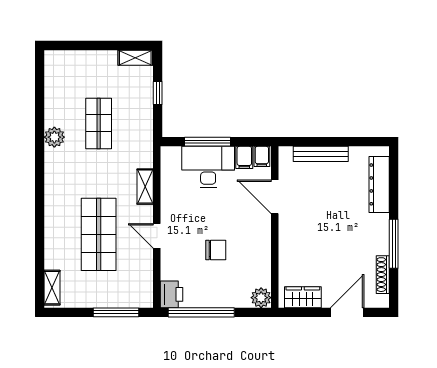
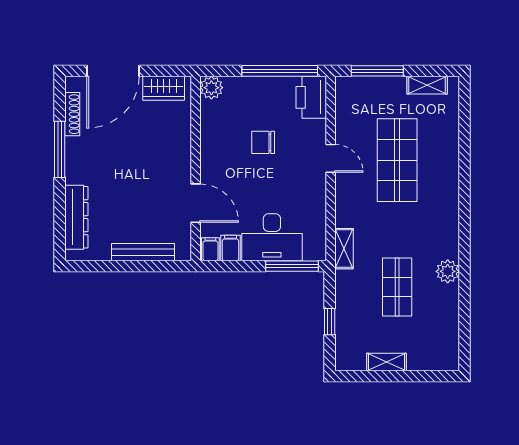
shelving: (135, 58) -> (387, 362), moved
window: (207, 142) -> (292, 266), moved
shelving: (145, 187) -> (344, 249), moved
shelving: (52, 288) -> (427, 85), moved, turned 90
printer: (172, 294) -> (311, 97), width x1.37, depth x1.19
door: (347, 312) -> (113, 71), width x1.36

